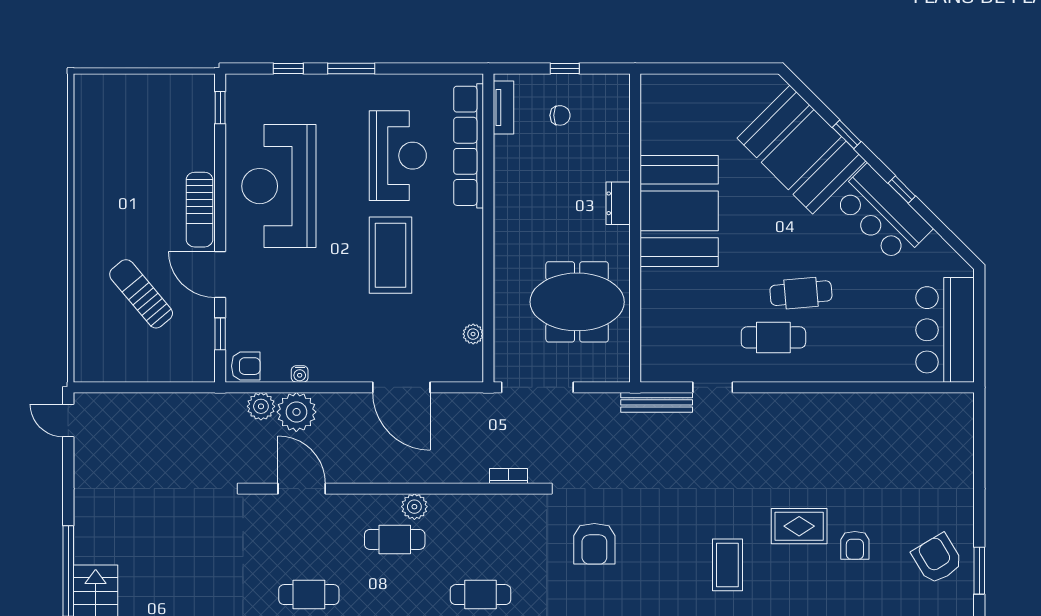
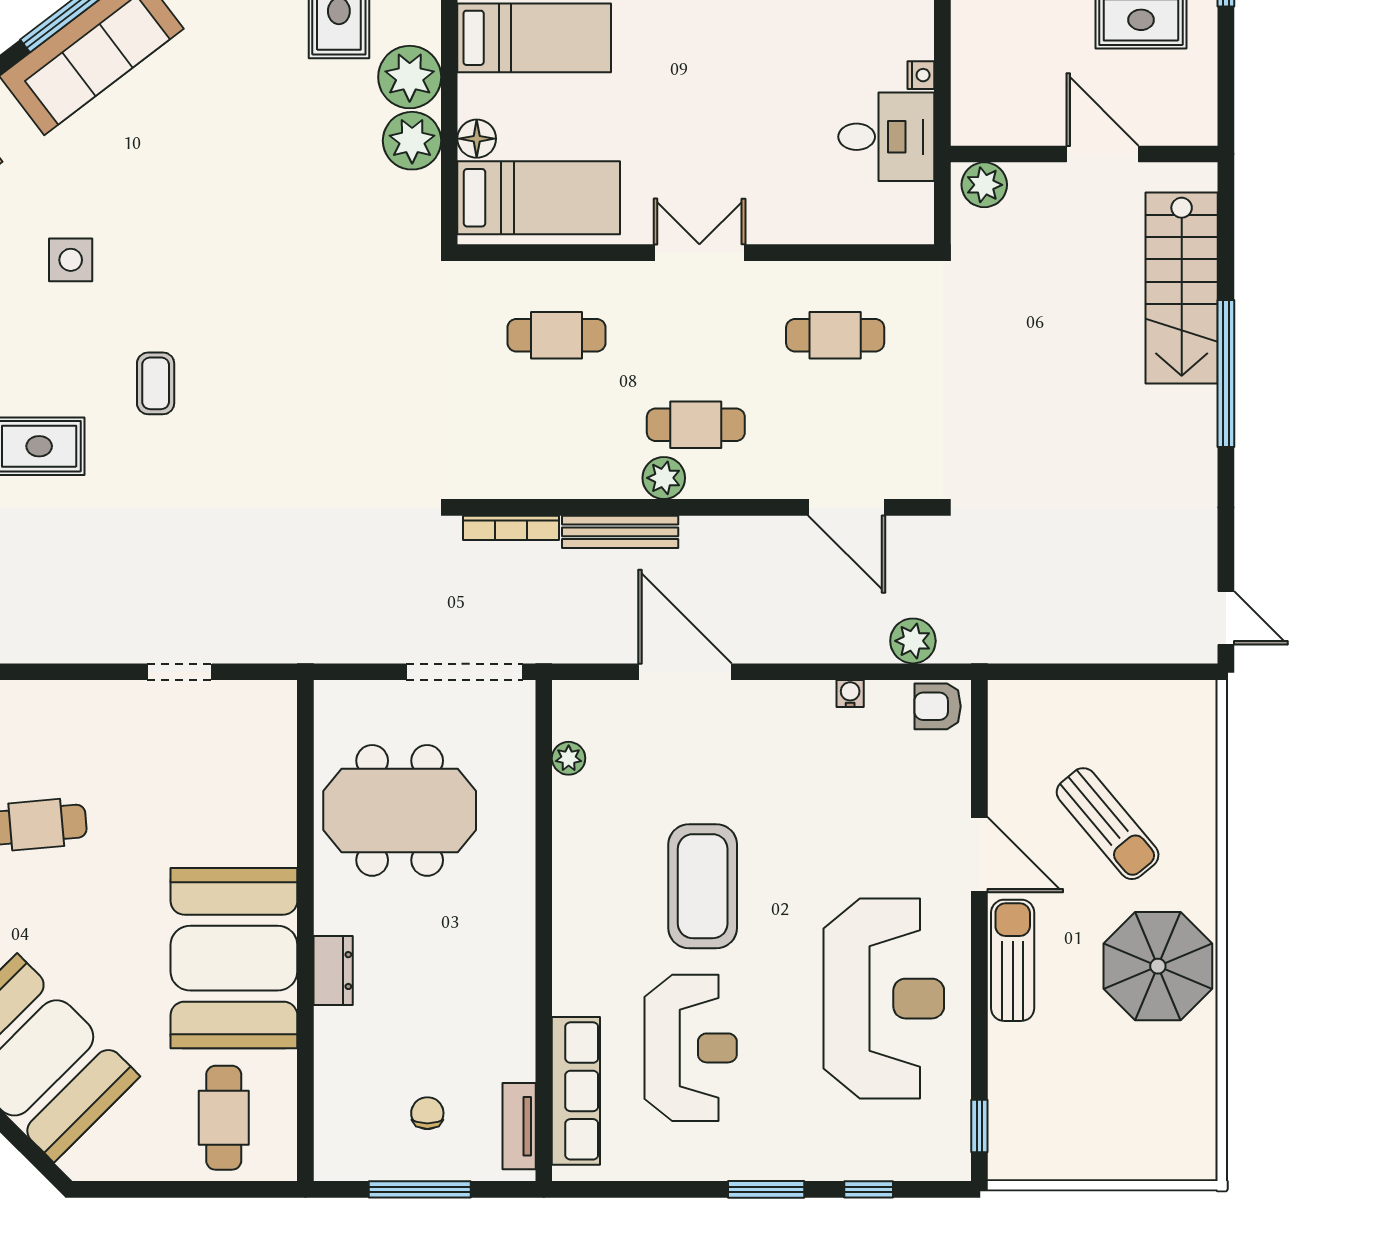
window: (565, 68) -> (420, 1189), width x2.17
chair: (560, 115) -> (427, 1113), turned 90
row of seats: (469, 146) -> (576, 1091), width x0.73
reception desk: (398, 156) -> (691, 1048), turned 180
parasol: (110, 206) -> (1158, 966), added
window: (220, 334) -> (979, 758), removed
cafe table: (773, 337) -> (224, 1118), moved, turned 90
bench: (657, 402) -> (620, 532), moved
plant: (296, 412) -> (855, 632), removed
bookcase: (509, 476) -> (511, 528), width x1.56
armchair: (594, 544) -> (372, 418), removed
coffee table: (727, 565) -> (156, 383), width x0.73, depth x0.77

